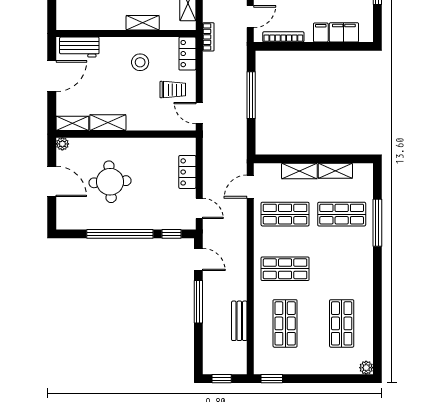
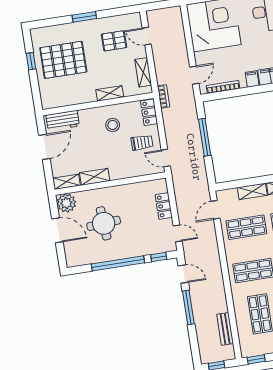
plant: (62, 144) -> (66, 203), width x1.88, depth x1.88
bench: (239, 321) -> (225, 329), moved

